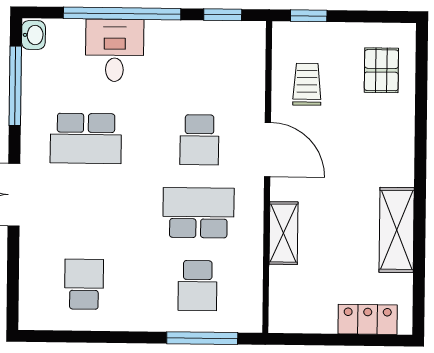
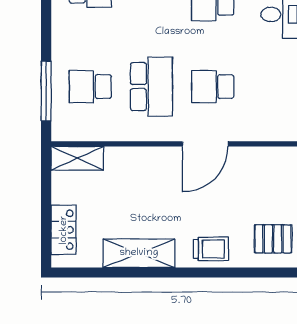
trolley: (307, 84) -> (211, 249), moved
shelving: (283, 233) -> (77, 158), moved

